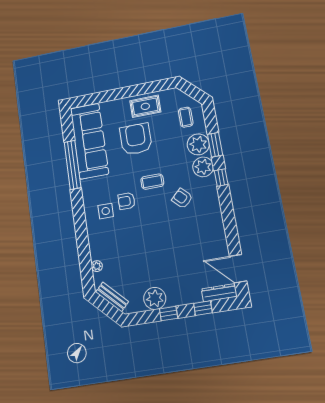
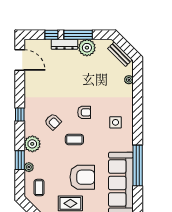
armchair: (136, 139) -> (82, 177), turned -90
plant: (198, 144) -> (29, 167), width x0.53, depth x0.53
window: (221, 177) -> (20, 115), moved
armchair: (127, 201) -> (84, 112), moved
dresser: (219, 293) -> (64, 44), moved
window: (169, 314) -> (78, 35), width x2.17

